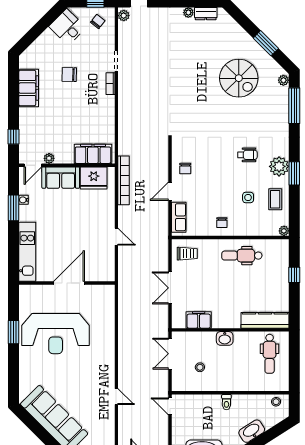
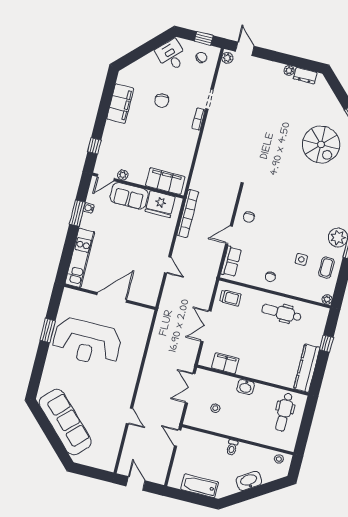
chair: (69, 75) -> (162, 101), turned -101
wheelchair: (247, 155) -> (311, 219), removed
kitchen counter: (265, 320) -> (307, 368), moved, turned -90

